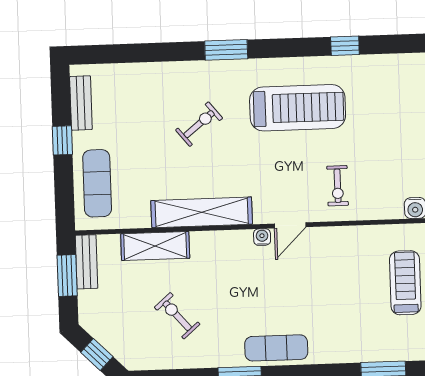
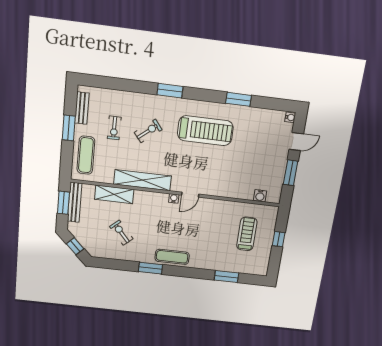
window: (345, 46) -> (238, 99), width x1.50
window: (62, 140) -> (69, 128), width x1.50
exercise bike: (338, 186) -> (114, 128), moved
bench: (86, 262) -> (75, 202), width x1.36

